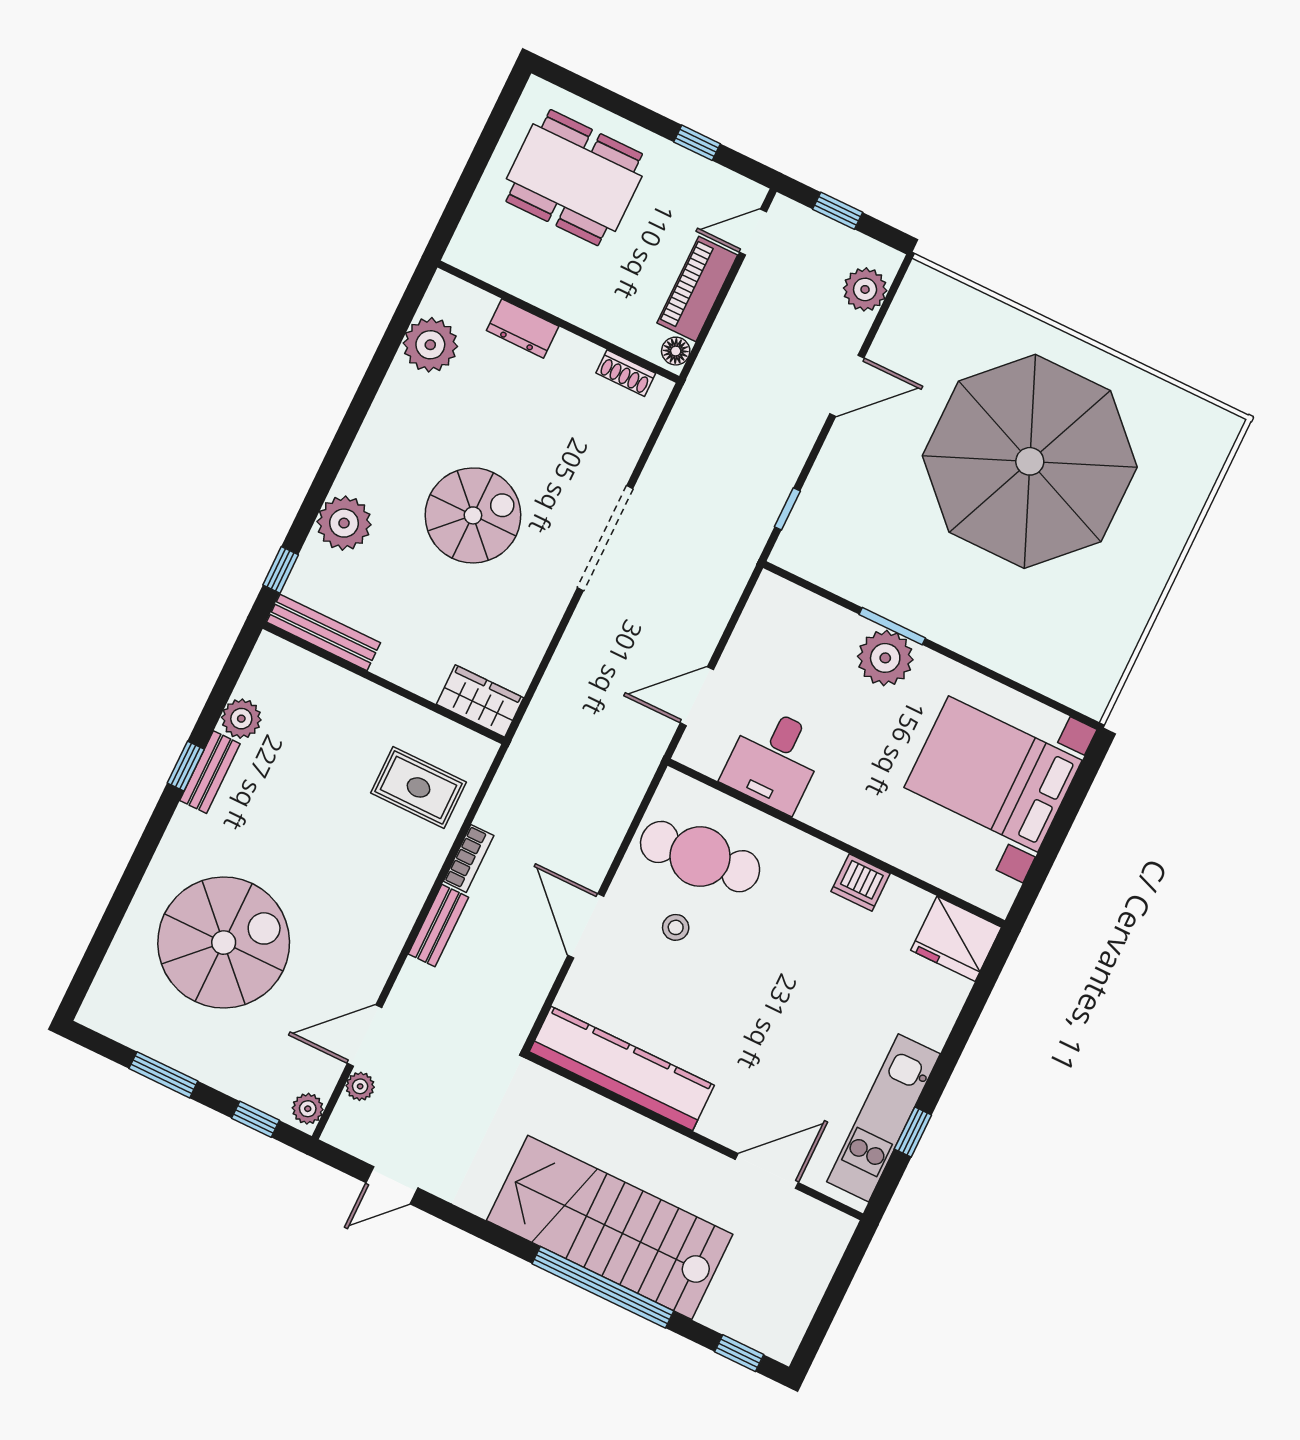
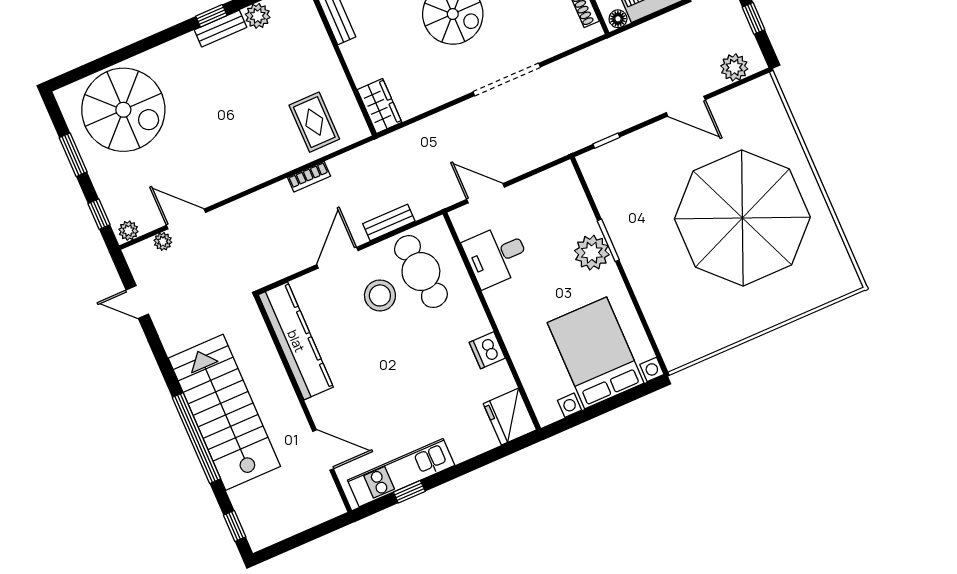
bench: (438, 926) -> (389, 222), moved
stool: (676, 927) -> (380, 295), width x1.89, depth x1.89
spiral stairs: (224, 943) -> (123, 110), moved

